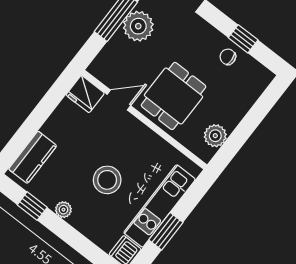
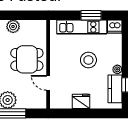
fridge: (85, 94) -> (81, 101), moved, turned -90
plant: (215, 136) -> (13, 26), moved
kitchen counter: (33, 157) -> (115, 89), moved, turned -90

